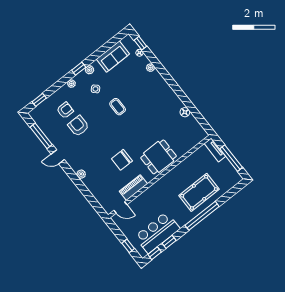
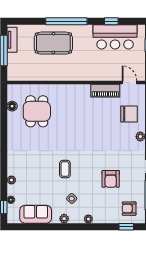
window: (79, 69) -> (72, 227), removed
armchair: (65, 110) -> (129, 209), moved
floor lamp: (185, 112) -> (12, 106), moved
tv unit: (215, 150) -> (12, 40), moved
dining table: (159, 157) -> (37, 111), moved, turned 90
chair: (122, 160) -> (129, 114), moved
window: (155, 253) -> (131, 21), removed

